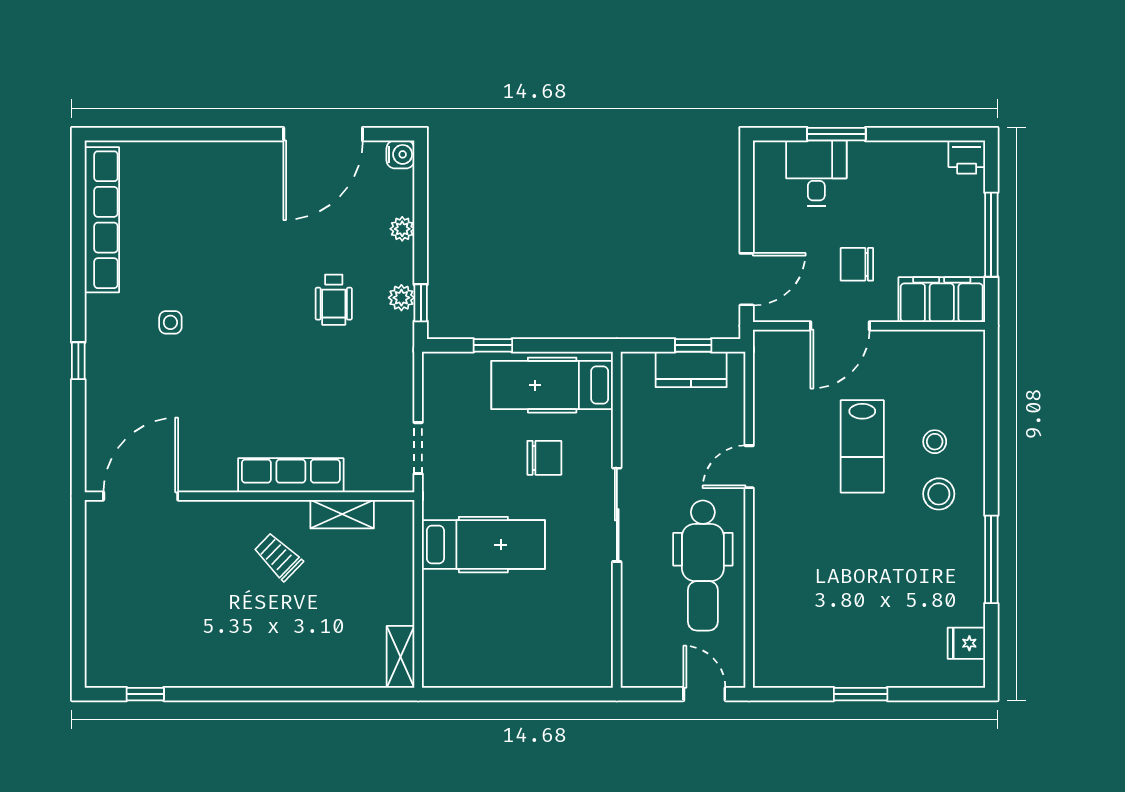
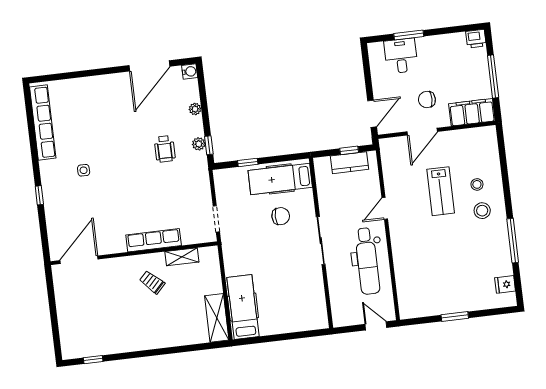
hospital bed: (483, 545) -> (243, 307), moved, turned -90
shelving: (400, 657) -> (217, 318), width x1.50, depth x1.33

